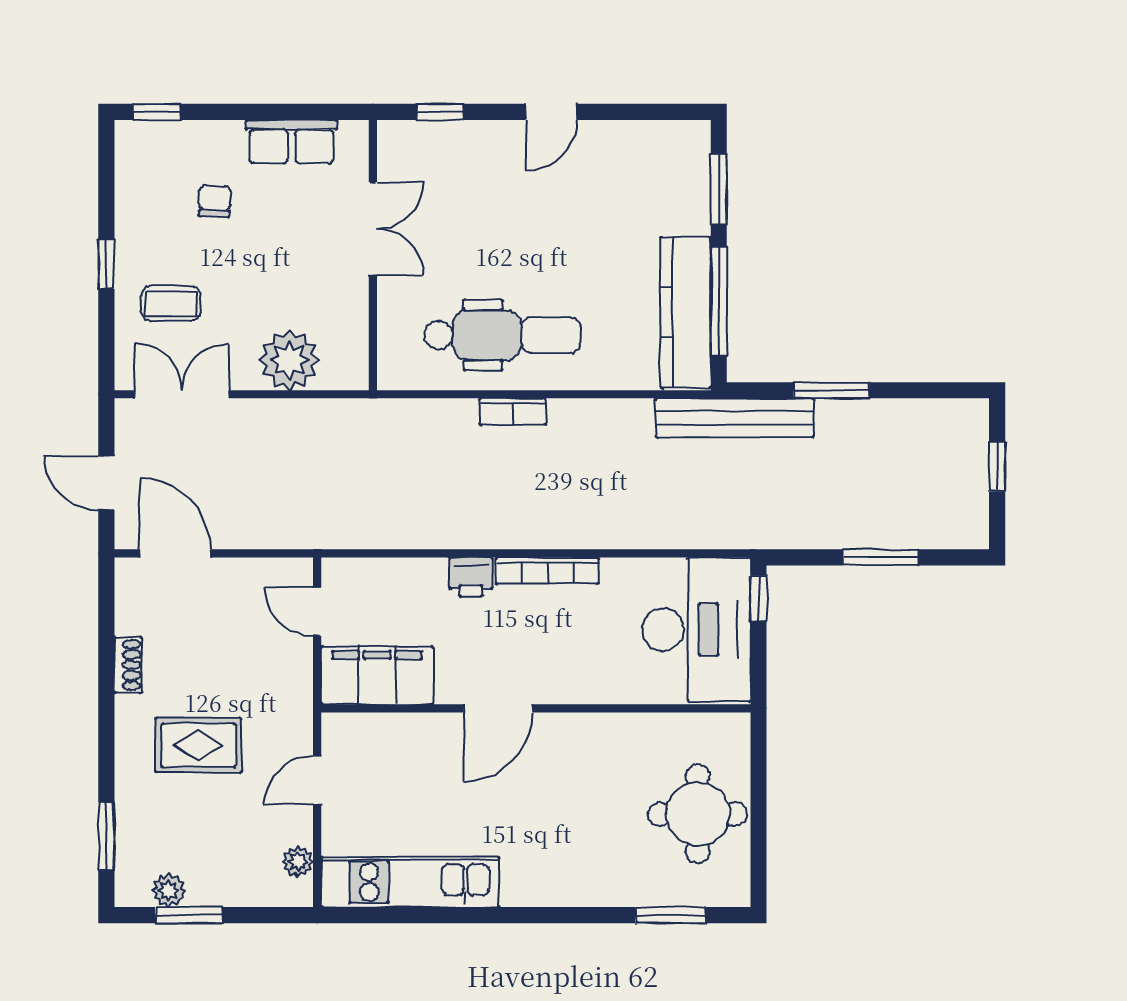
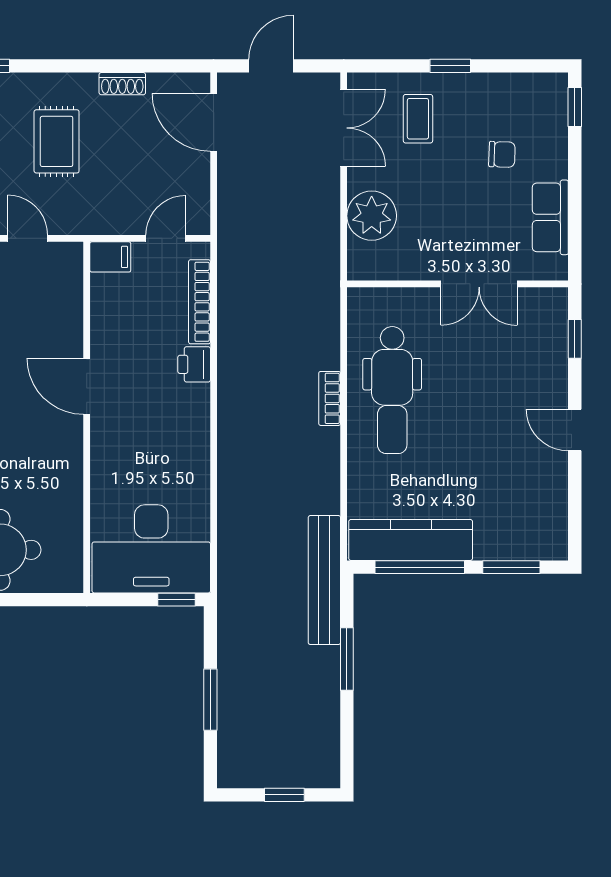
door: (175, 553) -> (214, 122), swing flipped
bookcase: (548, 571) -> (200, 302), moved
filing cabinet: (377, 675) -> (110, 257), width x0.33, depth x0.86

